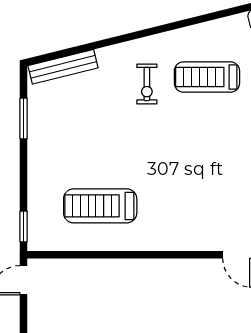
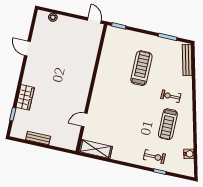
treadmill: (207, 77) -> (168, 124), turned 180
treadmill: (100, 206) -> (141, 68), moved

